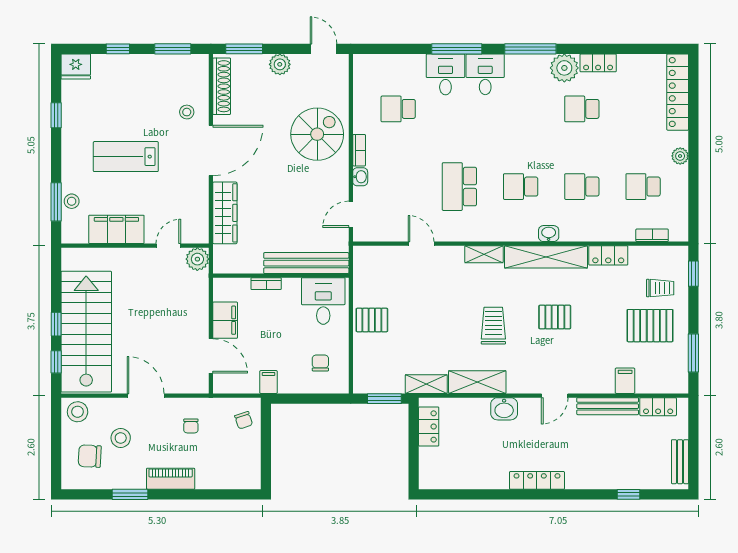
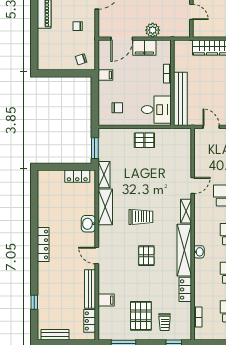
door: (421, 244) -> (193, 185), moved
plant: (197, 259) -> (153, 30), moved
pallet: (372, 320) -> (144, 140), turned 90

